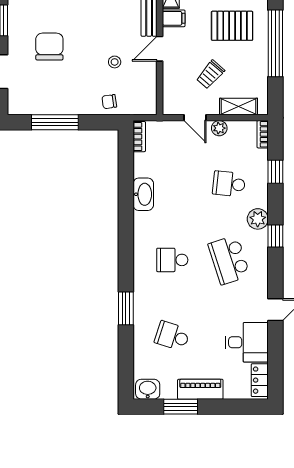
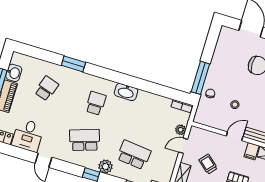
door: (160, 49) -> (235, 136), hinge flipped
window: (55, 122) -> (200, 78), moved
plant: (219, 128) -> (181, 130), moved
school desk: (229, 184) -> (134, 155), width x1.85
washbasin: (143, 194) -> (126, 92), moved
washbasin: (148, 389) -> (14, 73), moved

